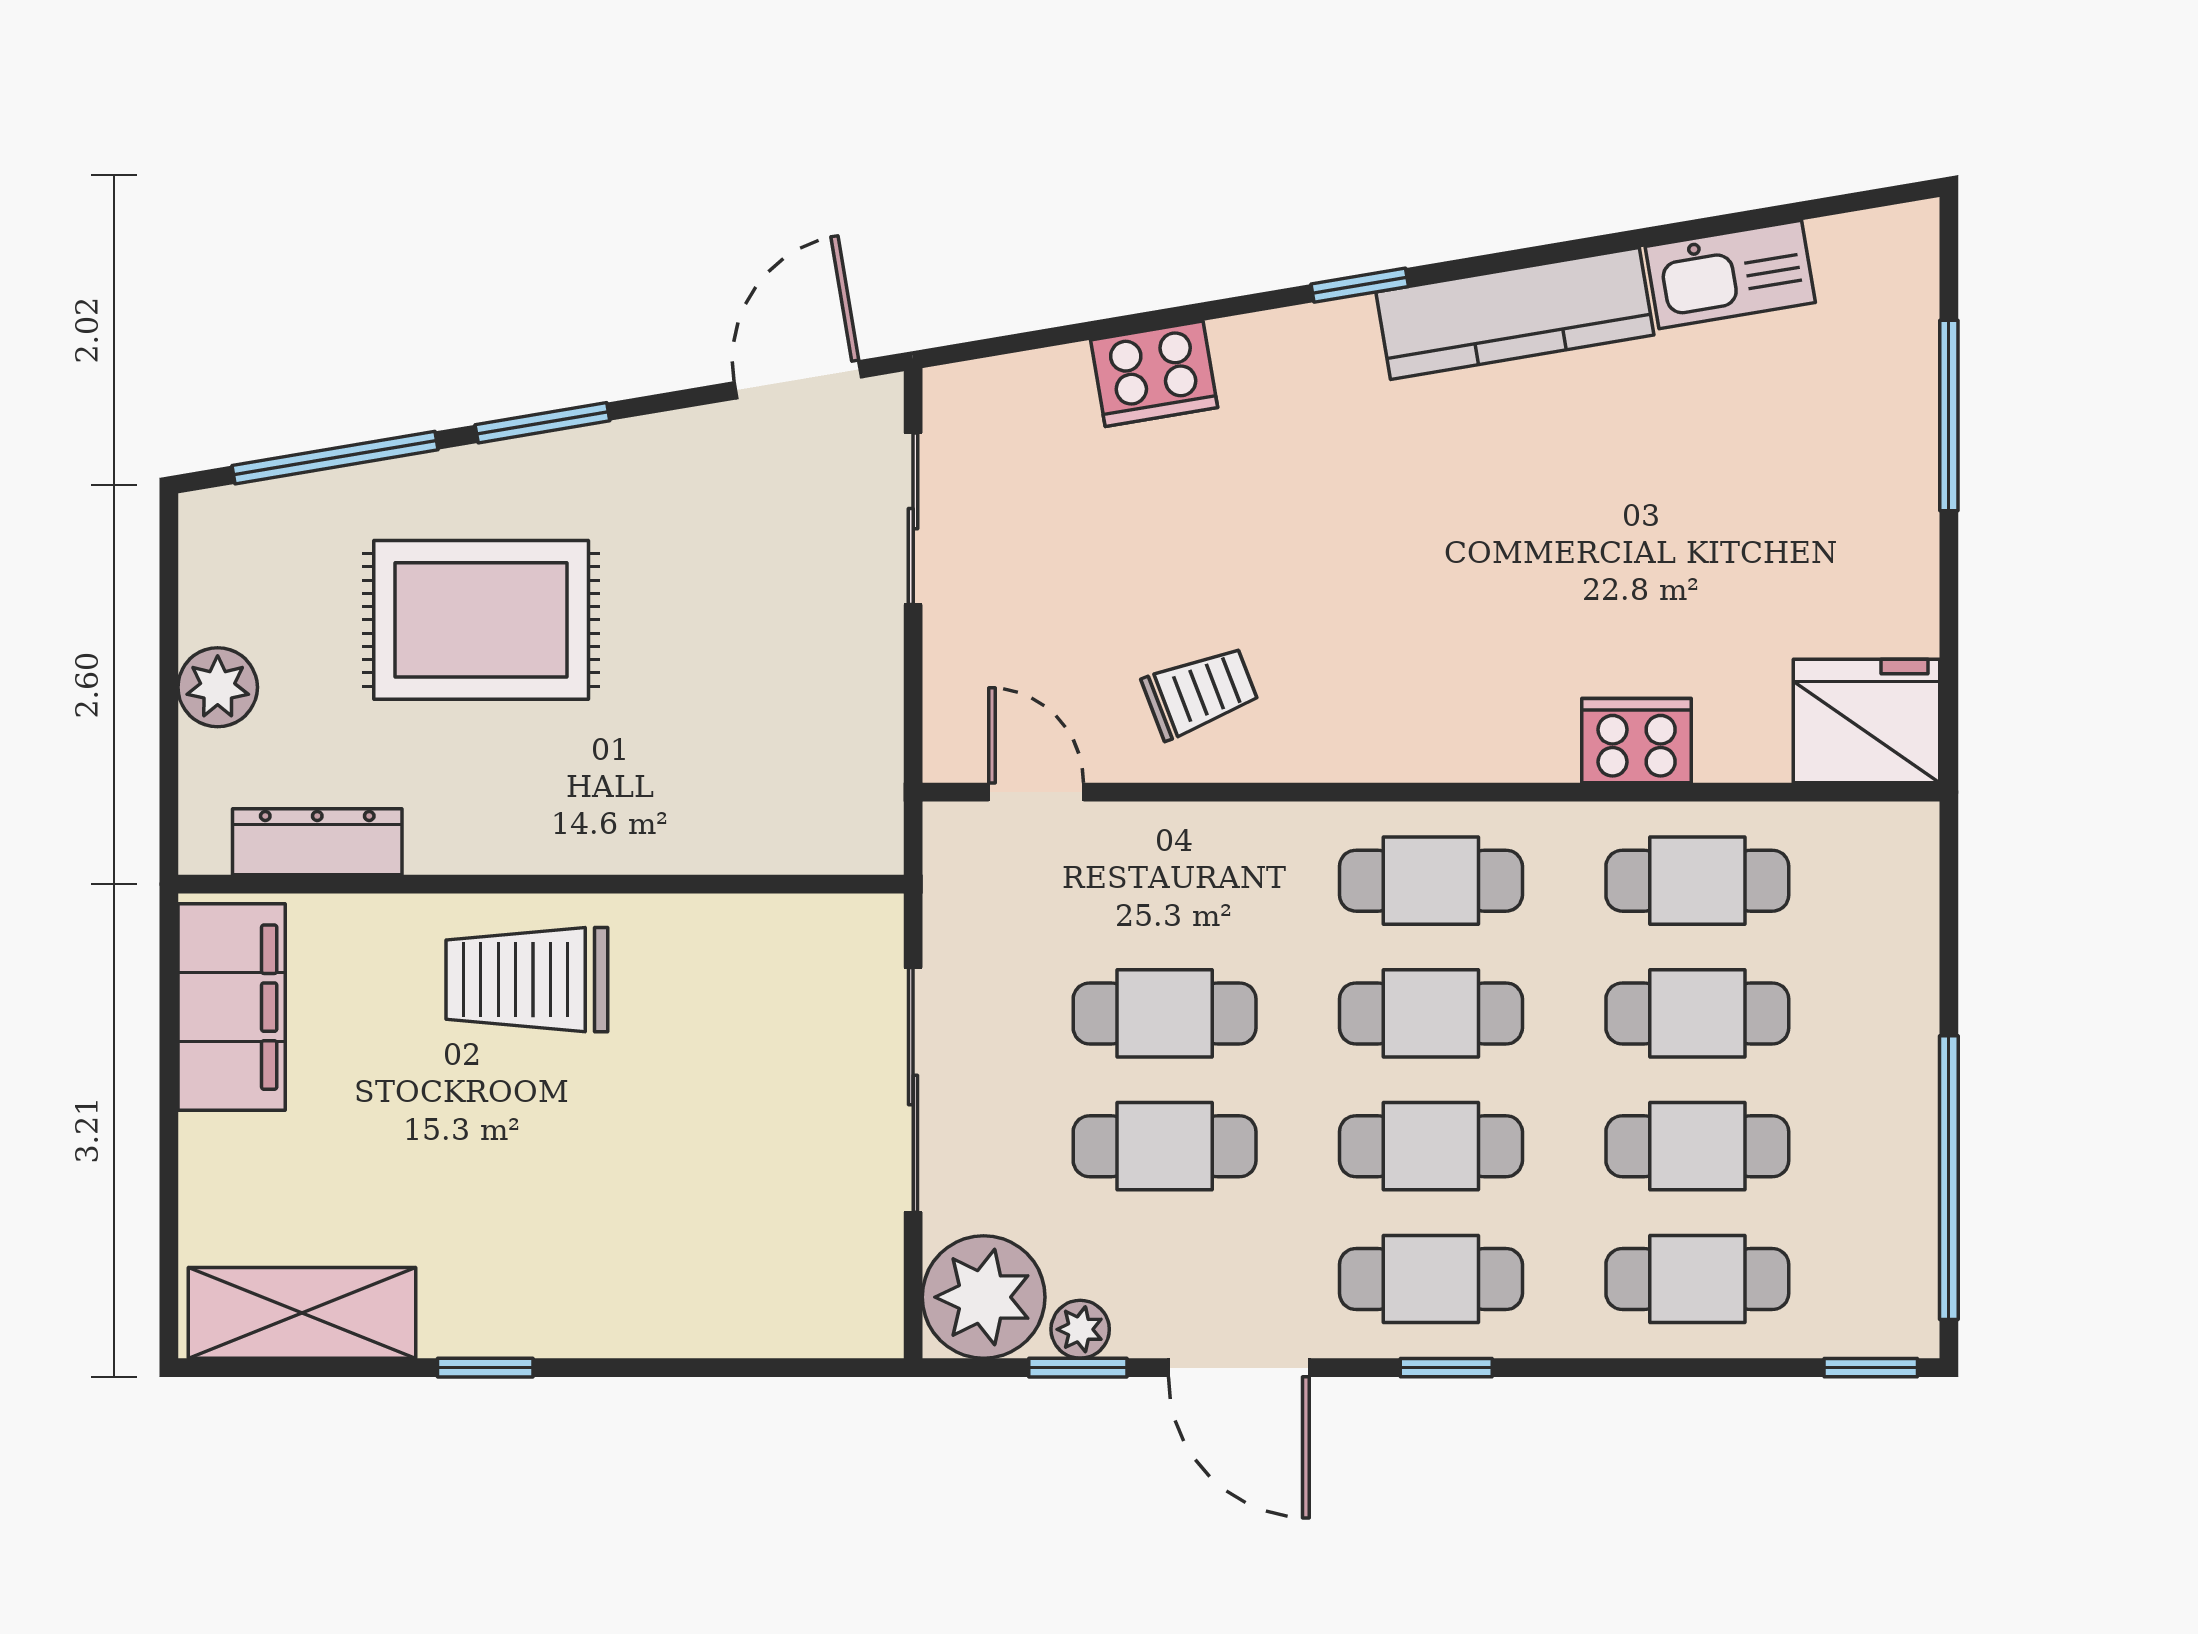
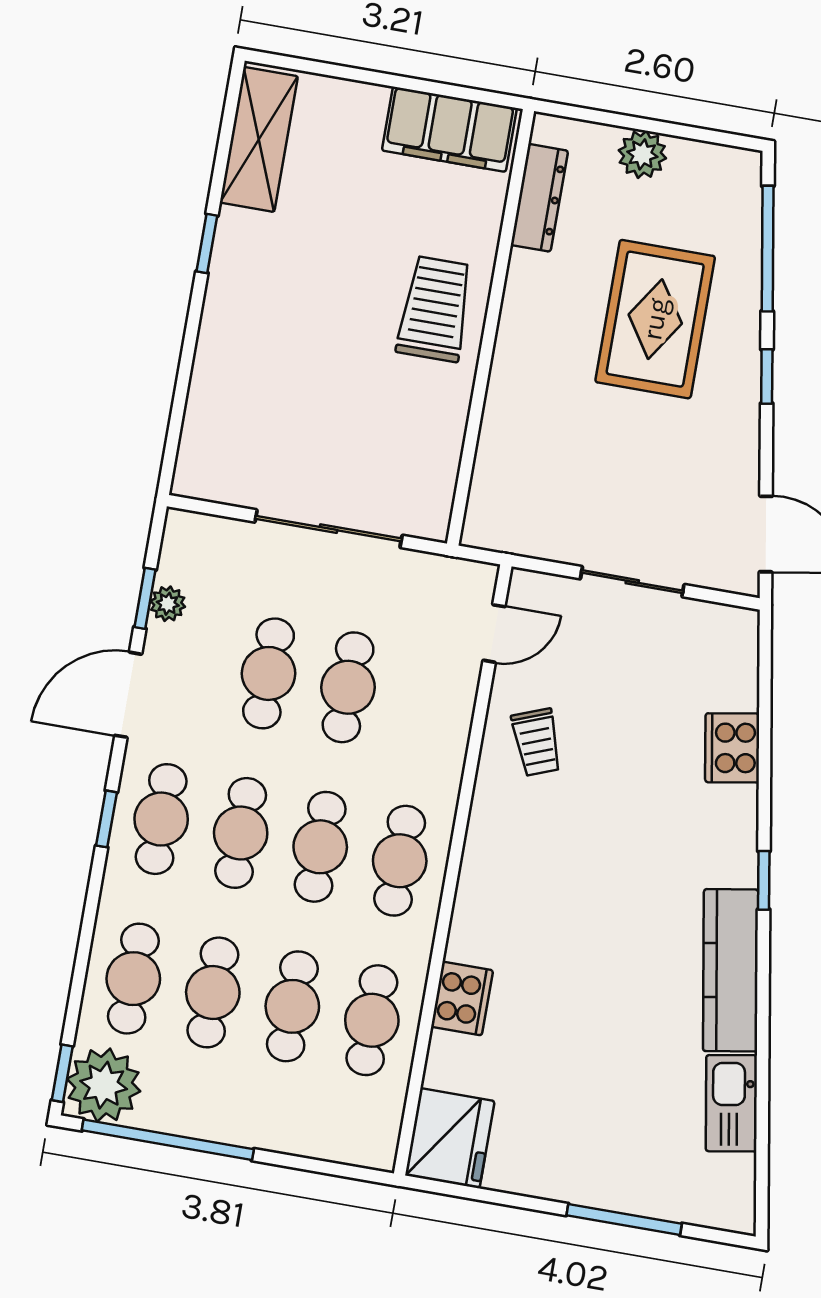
window: (542, 423) -> (767, 376), width x0.67
sliding door: (913, 519) -> (632, 582), moved
plant: (984, 1297) -> (104, 1085), moved

